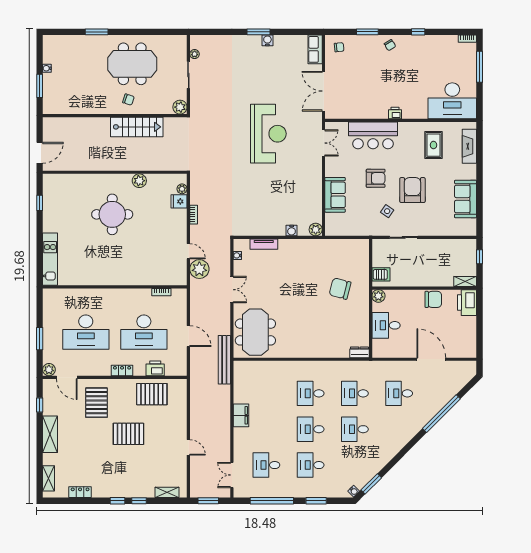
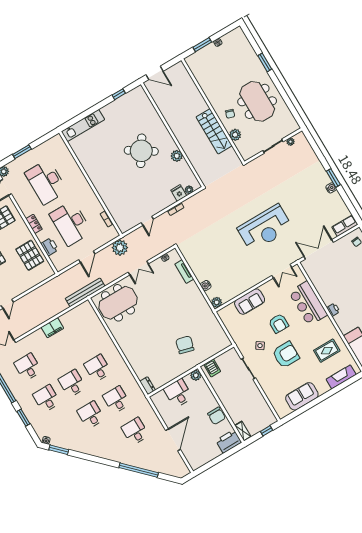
plant: (180, 107) -> (235, 135), moved
round table: (112, 214) -> (141, 151), turned 33
plant: (199, 269) -> (120, 248), moved

